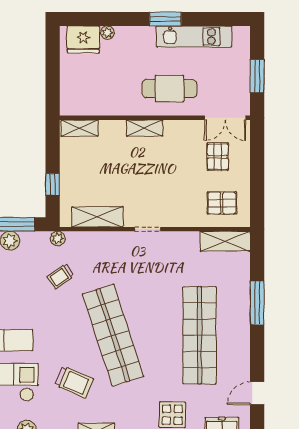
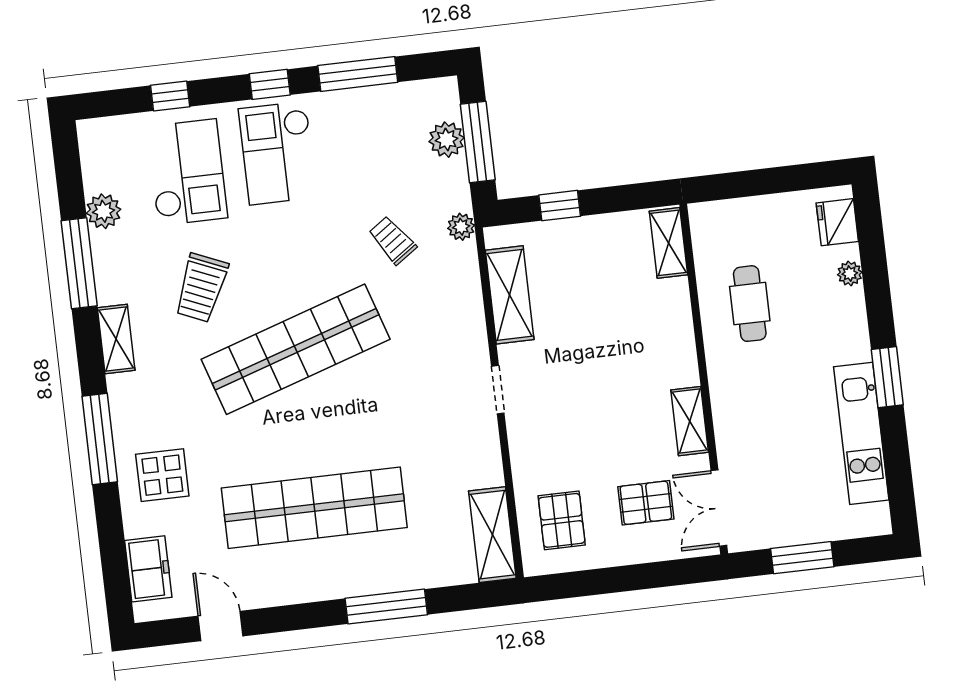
fridge: (83, 39) -> (837, 222), width x0.73, depth x0.75
cafe table: (169, 89) -> (750, 304), moved, width x0.73, depth x0.74
shelving: (145, 128) -> (690, 421), moved

